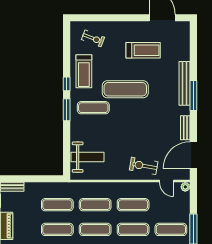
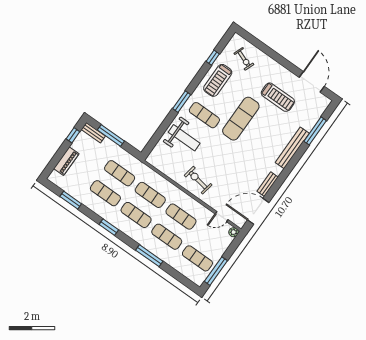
window: (67, 84) -> (213, 58), moved
exercise mat: (125, 89) -> (241, 119), turned 90
window: (193, 96) -> (315, 131), moved
weight bench: (87, 157) -> (184, 138), moved
exercise bike: (144, 166) -> (198, 180), moved
window: (28, 179) -> (111, 135), added
door: (167, 181) -> (222, 217), hinge flipped

